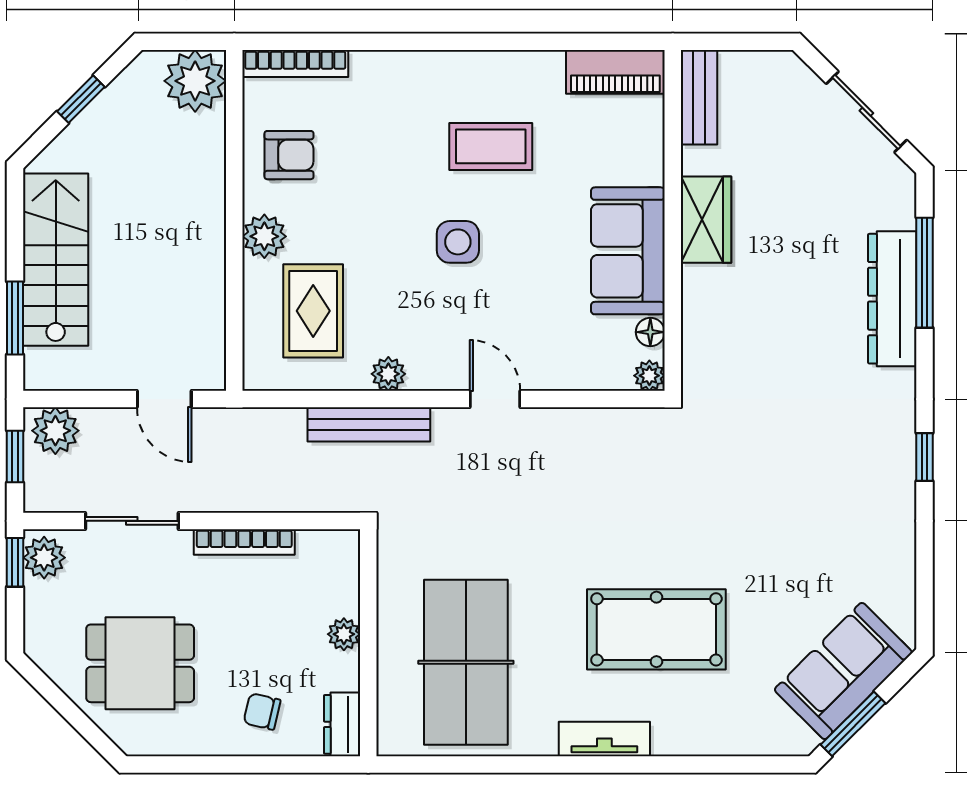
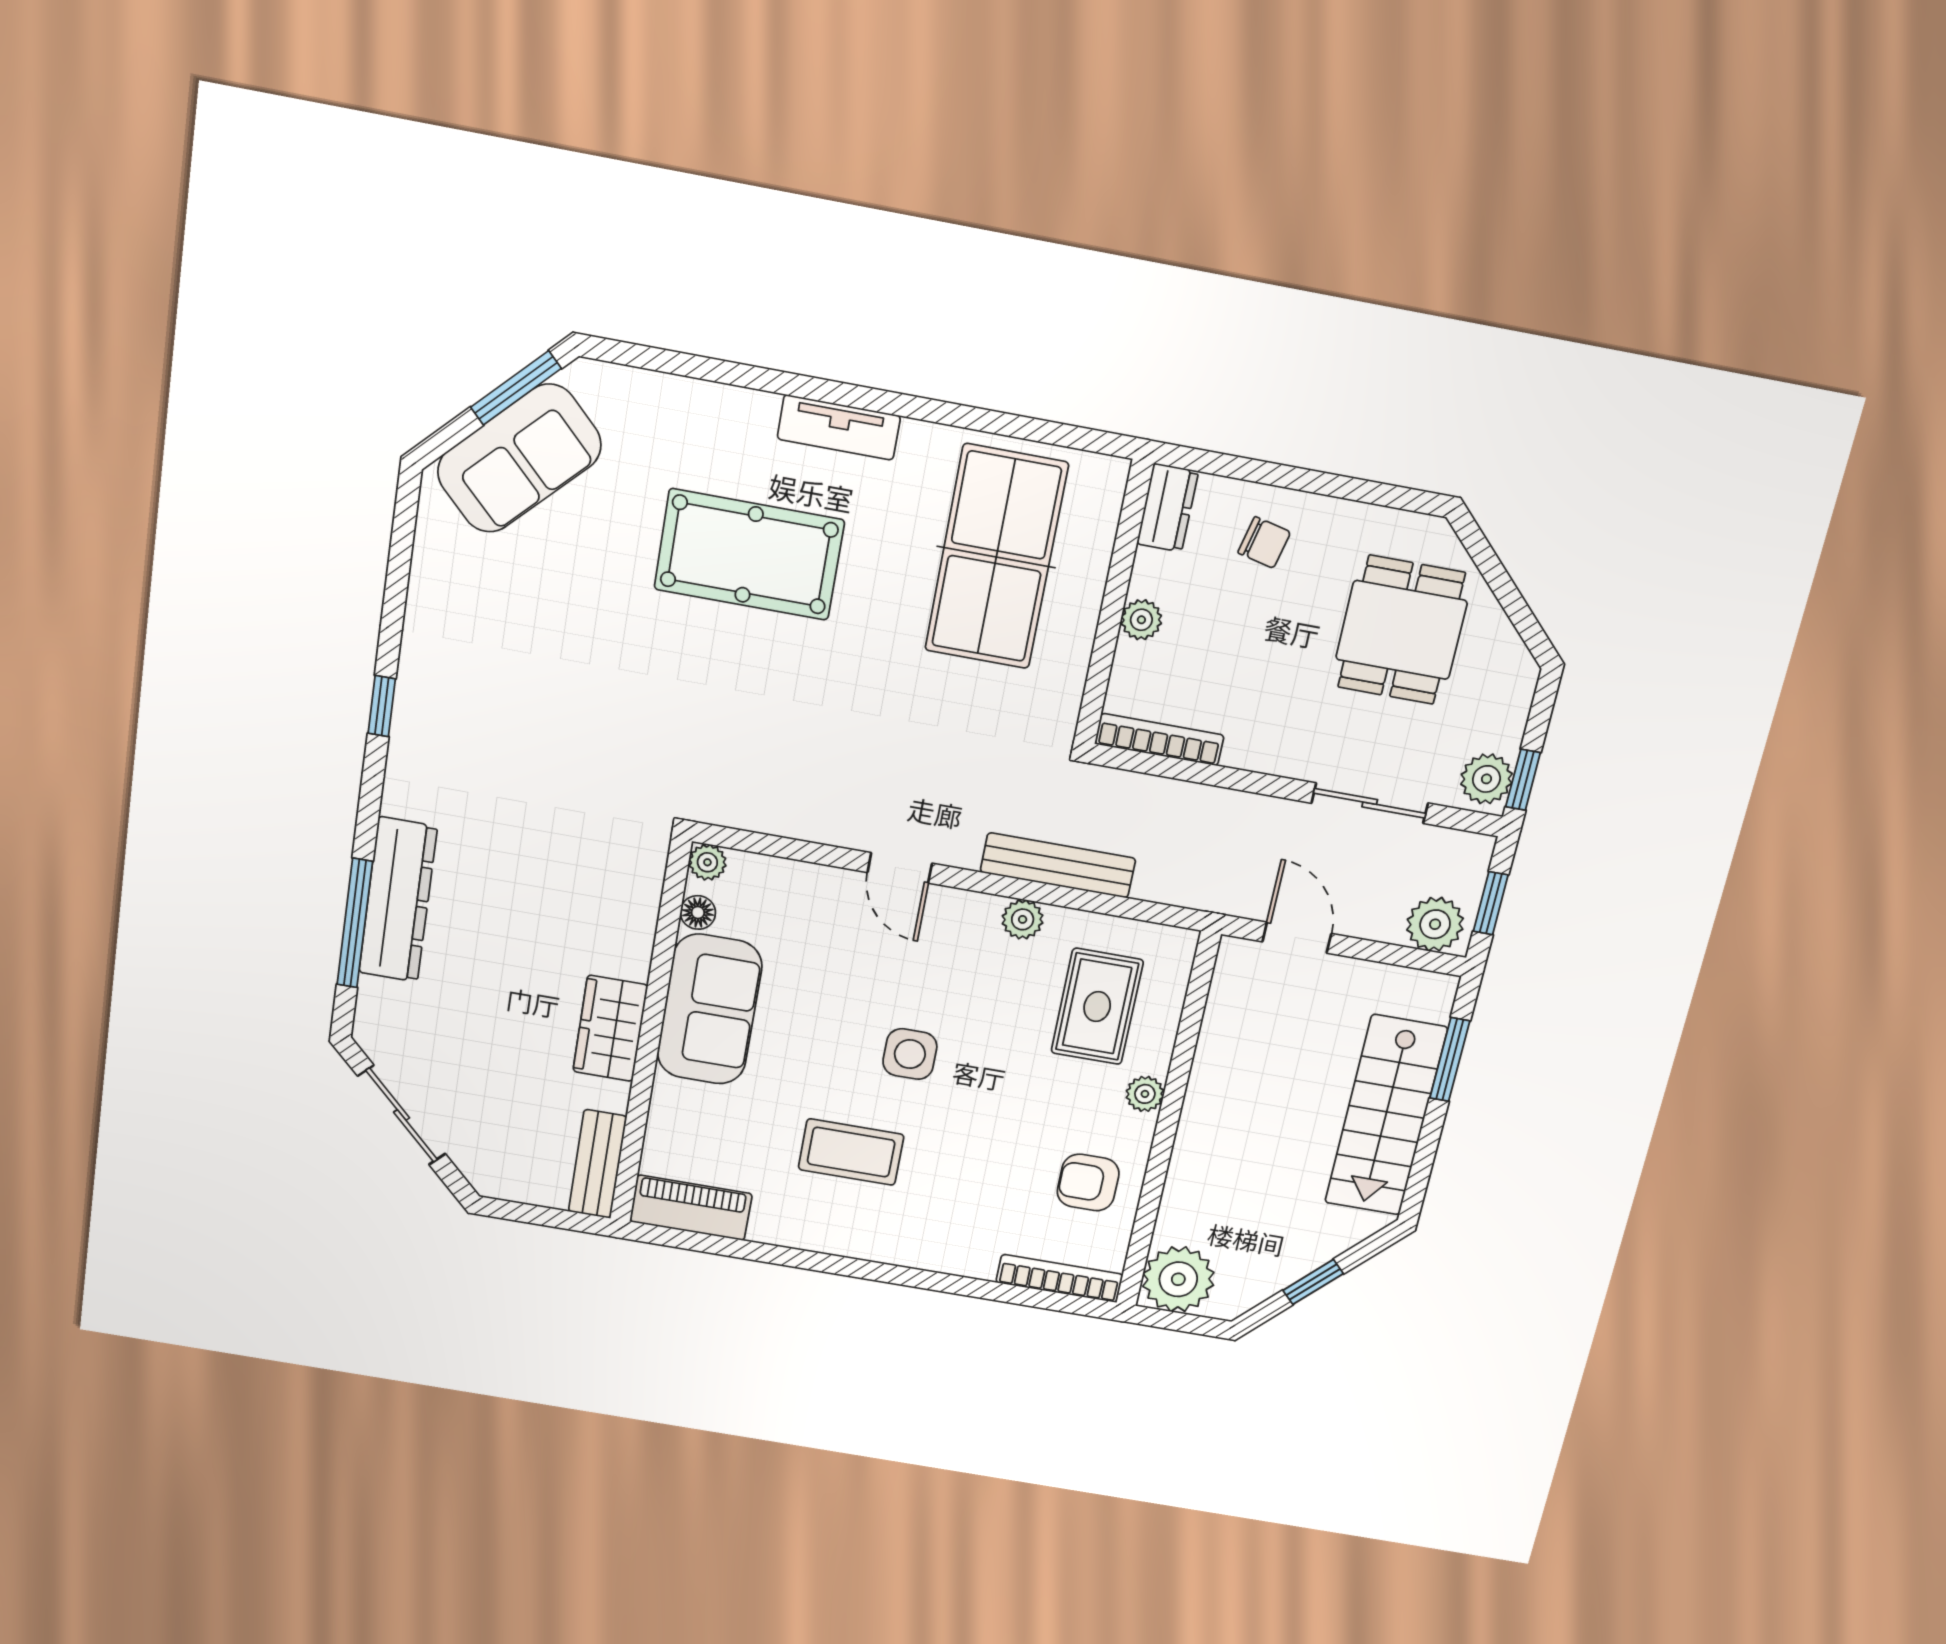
plant: (264, 236) -> (1145, 1094), width x0.73, depth x0.73
bookcase: (244, 542) -> (1159, 739), moved
dining table: (140, 663) -> (1401, 630), turned 90

